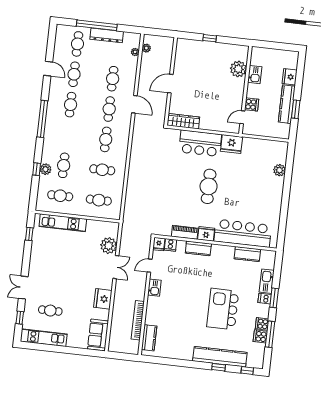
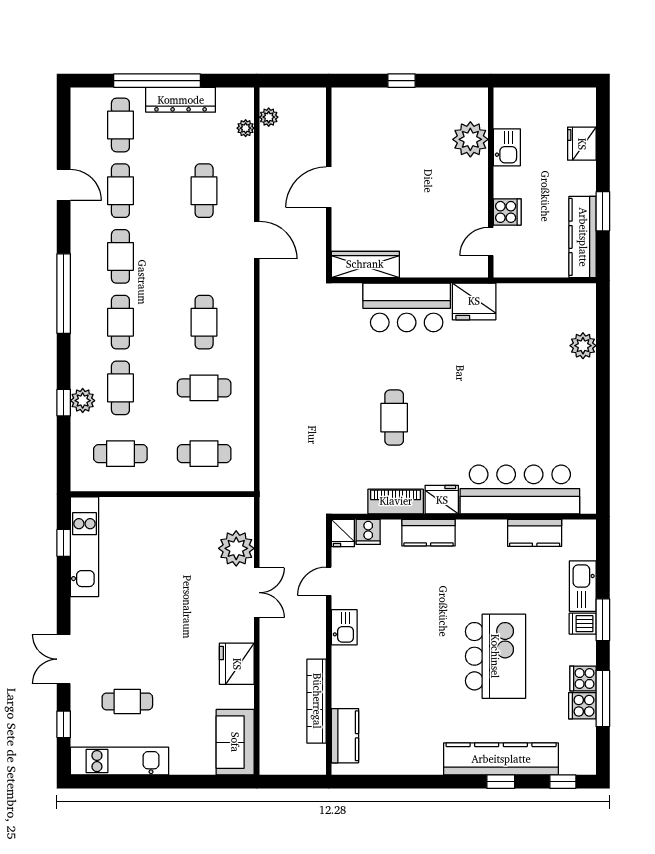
kitchen counter: (287, 104) -> (583, 237), moved
cafe table: (109, 109) -> (120, 322), moved
cafe table: (209, 186) -> (394, 418), moved, width x0.73, depth x0.74
kitchen unit: (63, 223) -> (85, 547), moved, turned -90
kitchen island: (223, 309) -> (495, 656), turned 180

